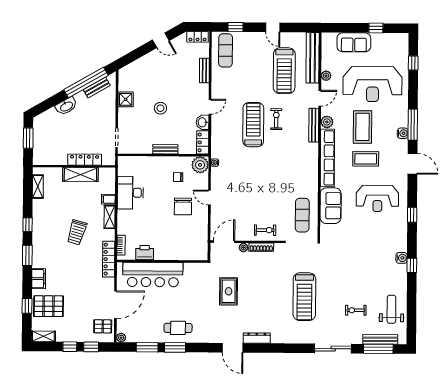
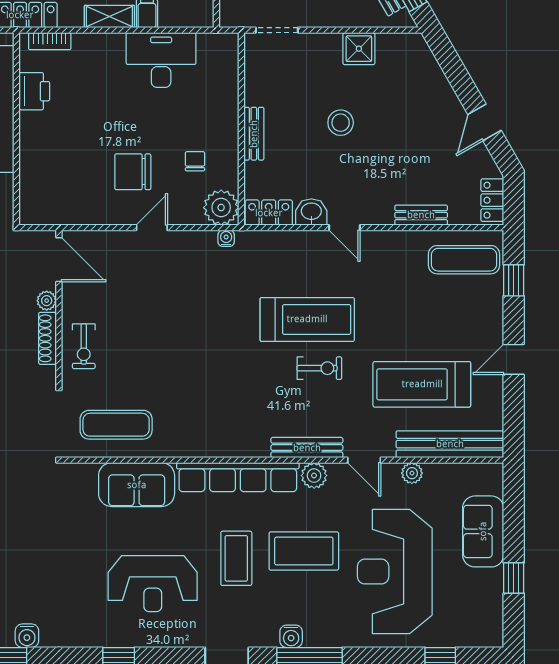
reception desk: (377, 198) -> (153, 584), turned -90

